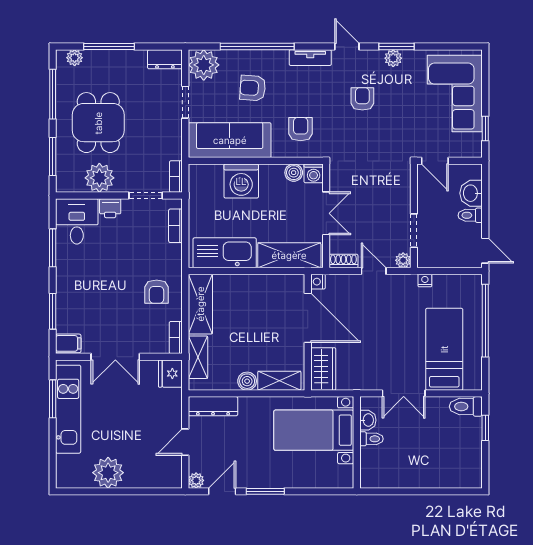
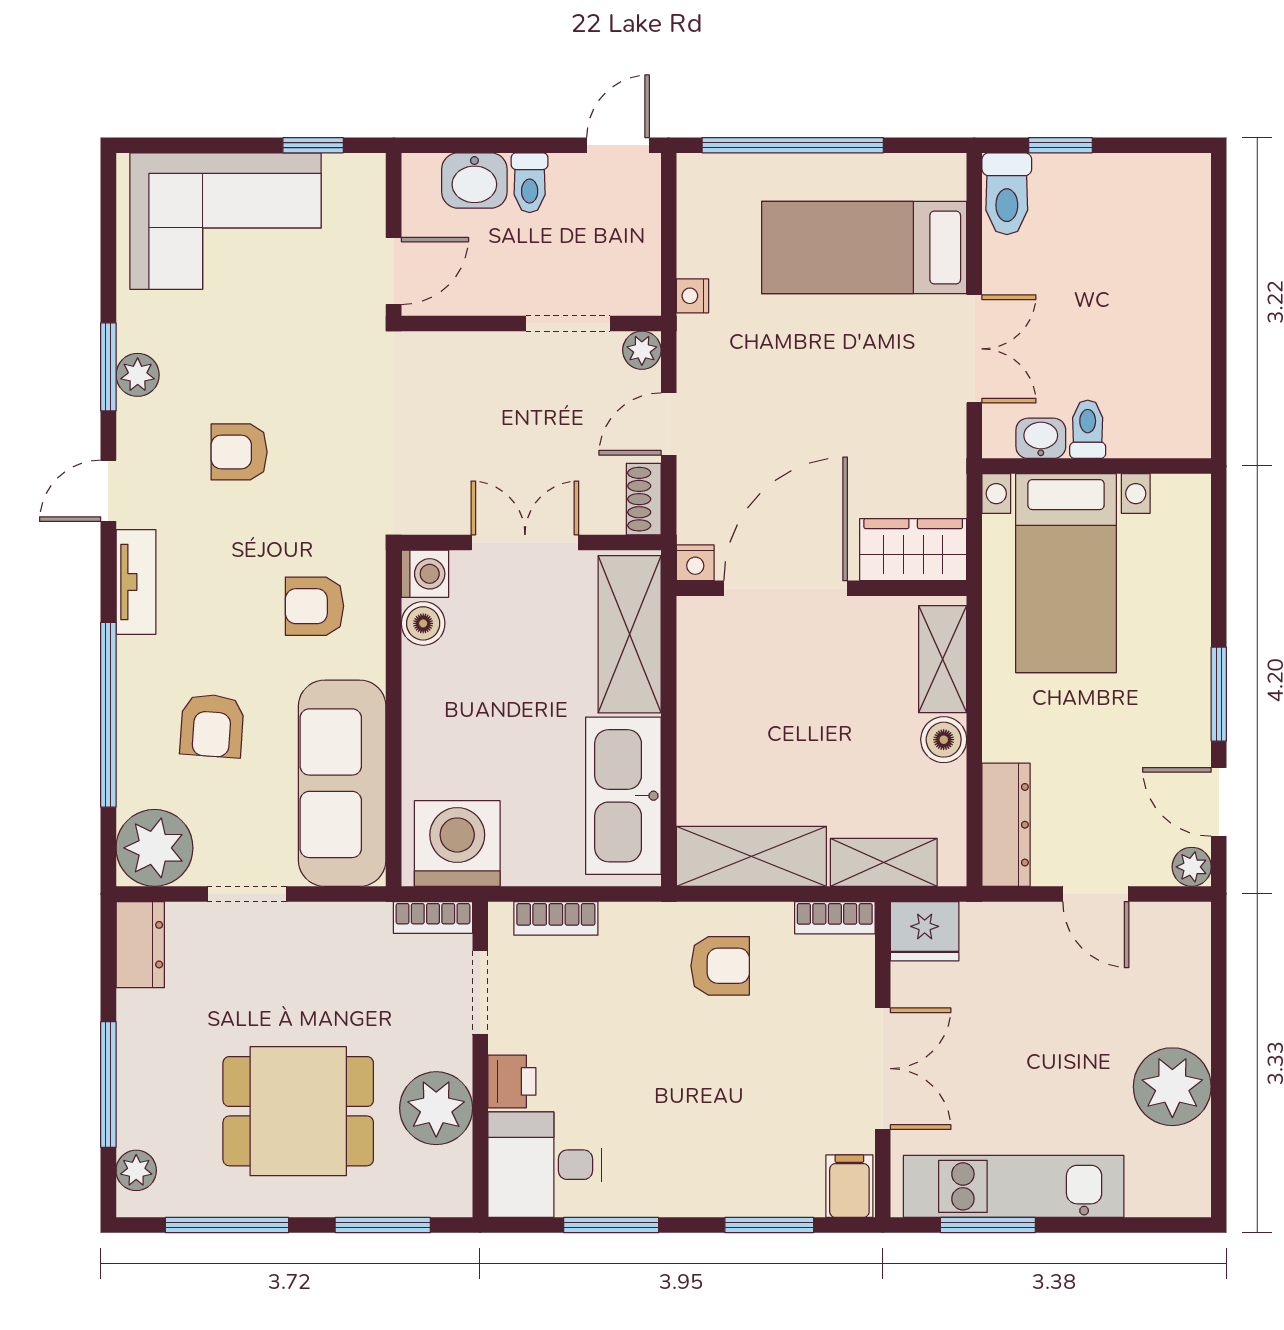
washing machine: (241, 181) -> (457, 844), moved, turned -90

